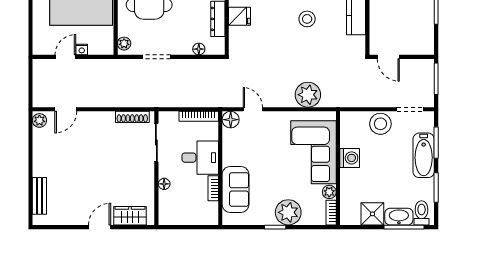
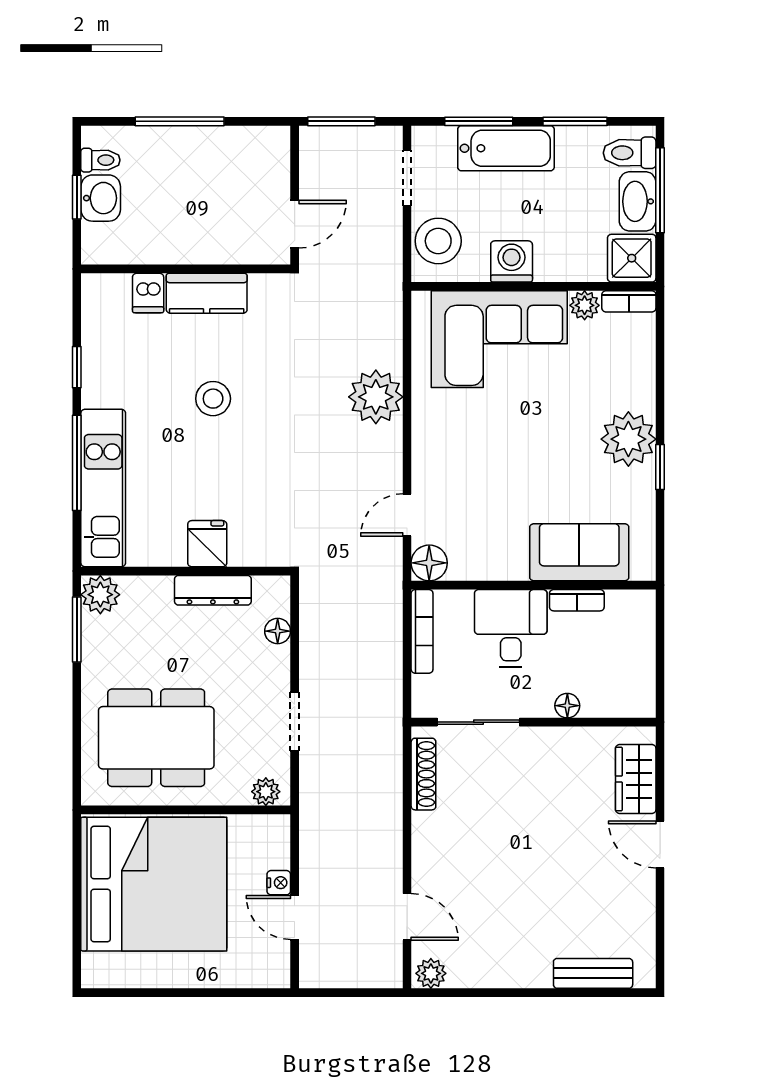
corner sofa: (314, 152) -> (499, 339), moved
washing machine: (350, 158) -> (512, 261), moved
wall: (338, 168) -> (534, 286), moved
plant: (329, 192) -> (585, 305), moved
bookcase: (331, 213) -> (629, 301), moved

